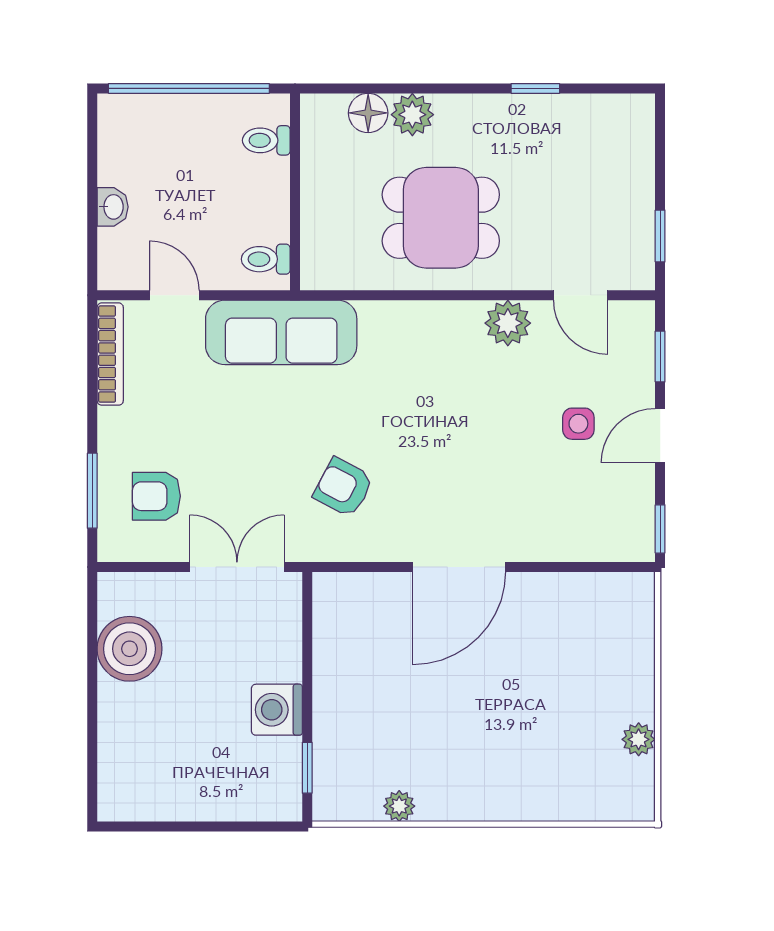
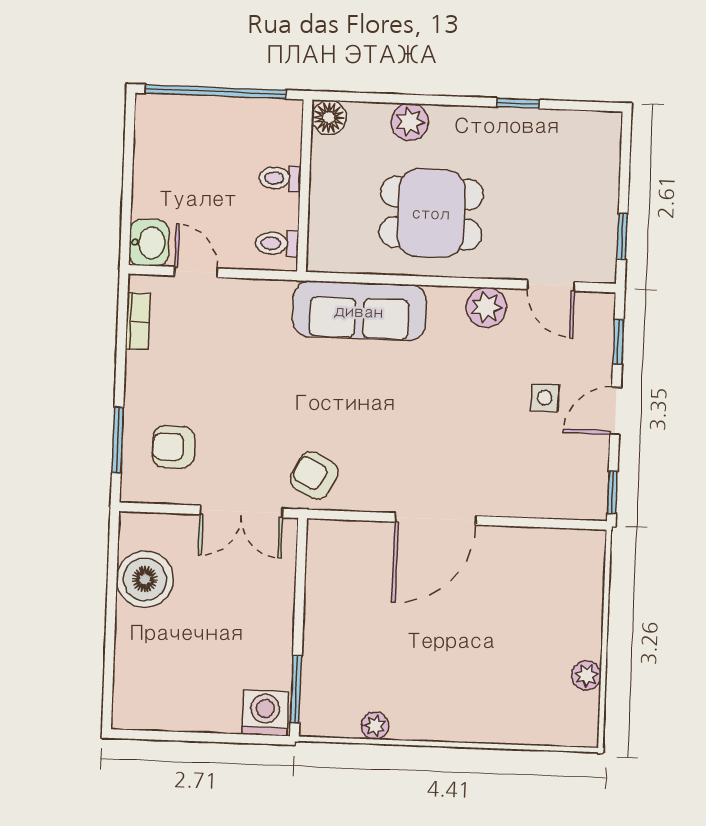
floor lamp: (368, 113) -> (329, 118), moved
toilet: (266, 140) -> (280, 178), moved
washbasin: (113, 207) -> (149, 243), moved, width x1.38, depth x1.45
sofa: (281, 332) -> (359, 311), moved
bookcase: (110, 354) -> (138, 321), width x0.64
armchair: (343, 487) -> (314, 476), moved
double door: (237, 567) -> (241, 511), swing flipped
washing machine: (277, 710) -> (265, 713), moved, turned 90
window: (307, 768) -> (296, 689), width x1.50

